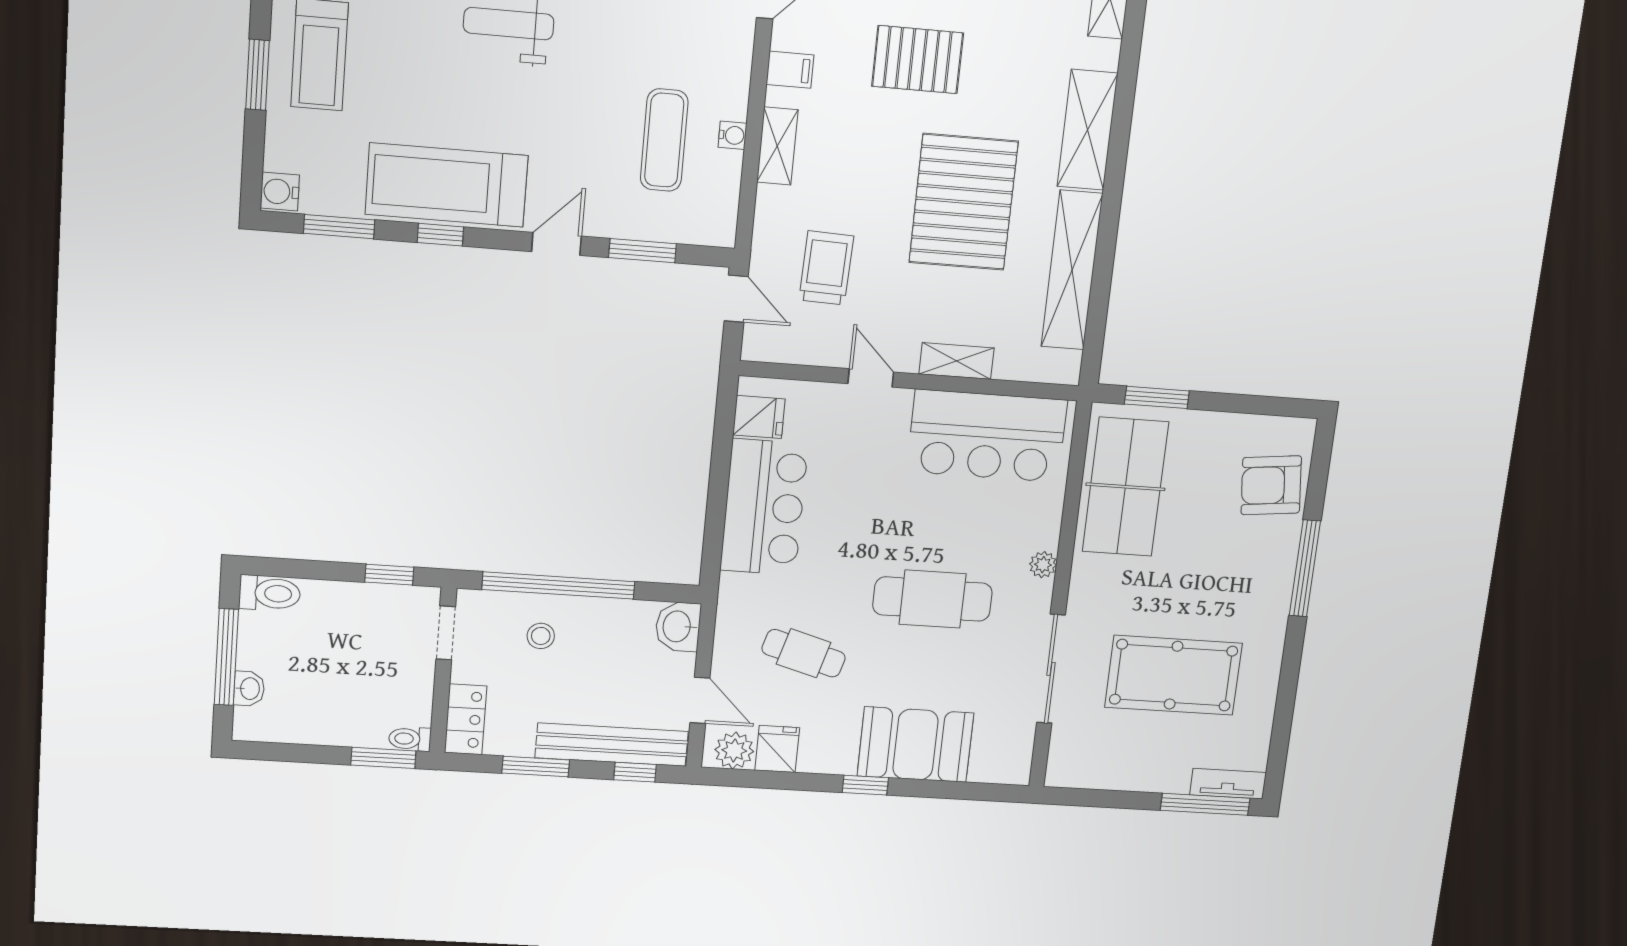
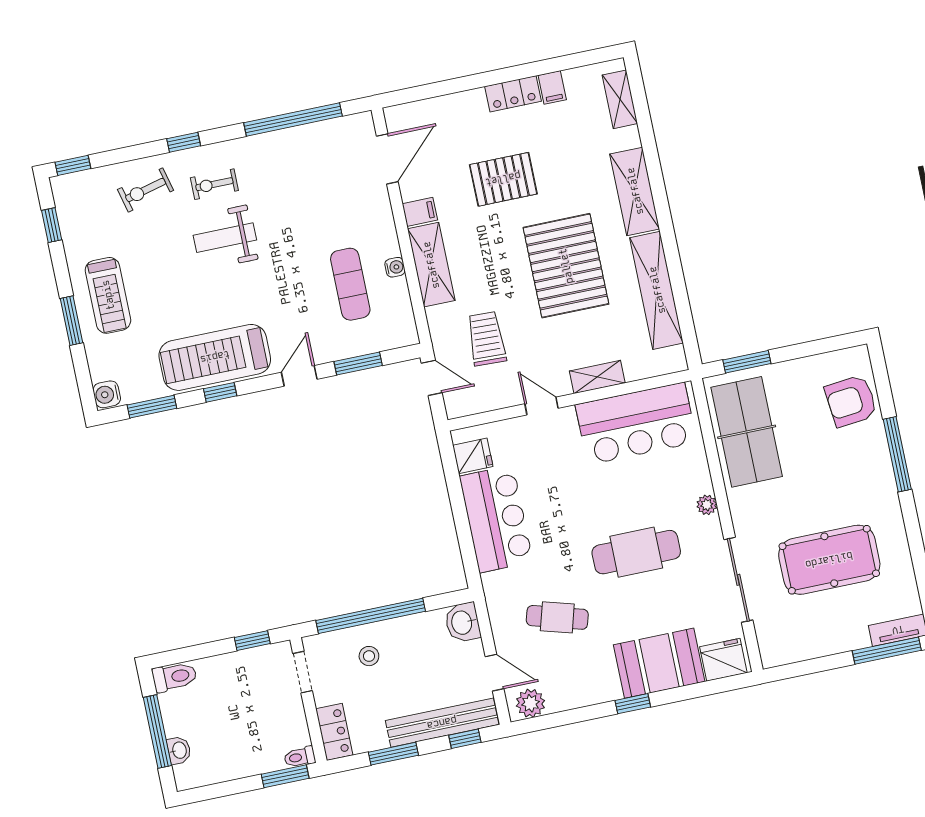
shelving: (777, 146) -> (431, 265), width x1.50, depth x1.33
fridge: (777, 749) -> (723, 660), moved, width x1.38

